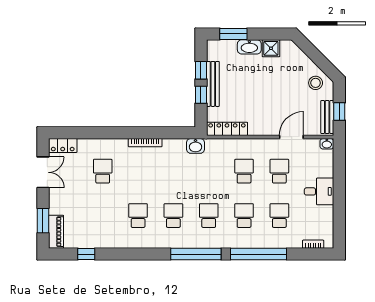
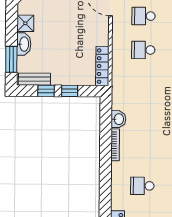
bench: (213, 84) -> (34, 79), moved, width x0.73
washbasin: (195, 146) -> (118, 119), moved

